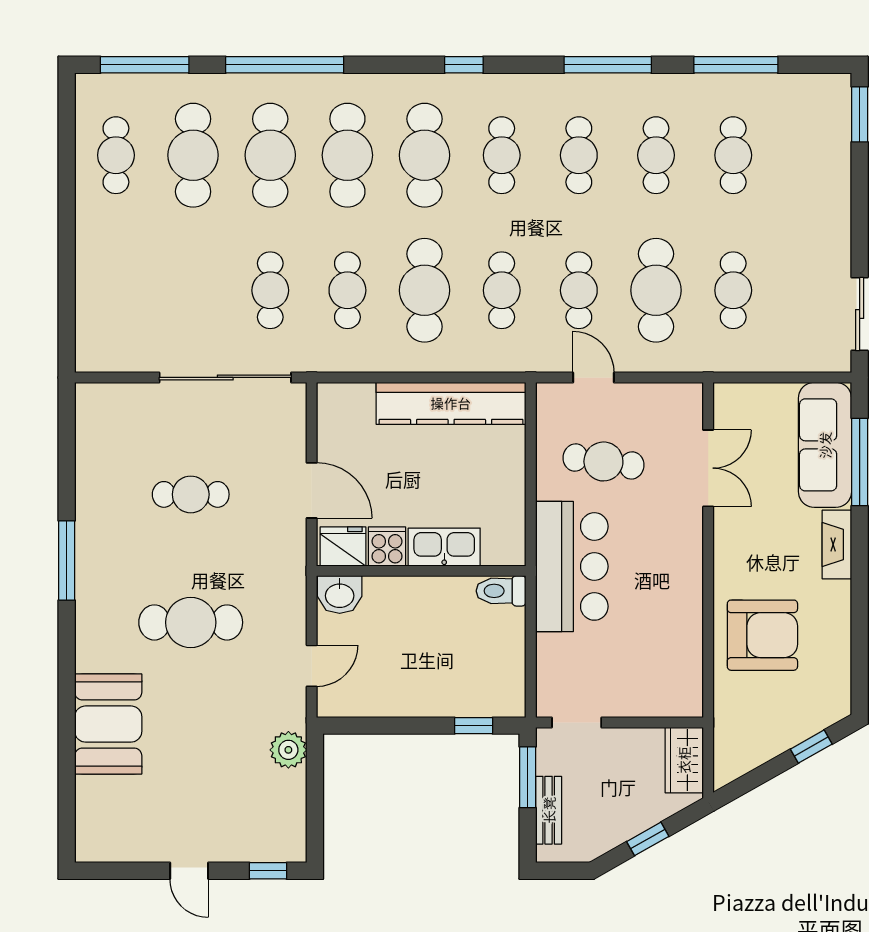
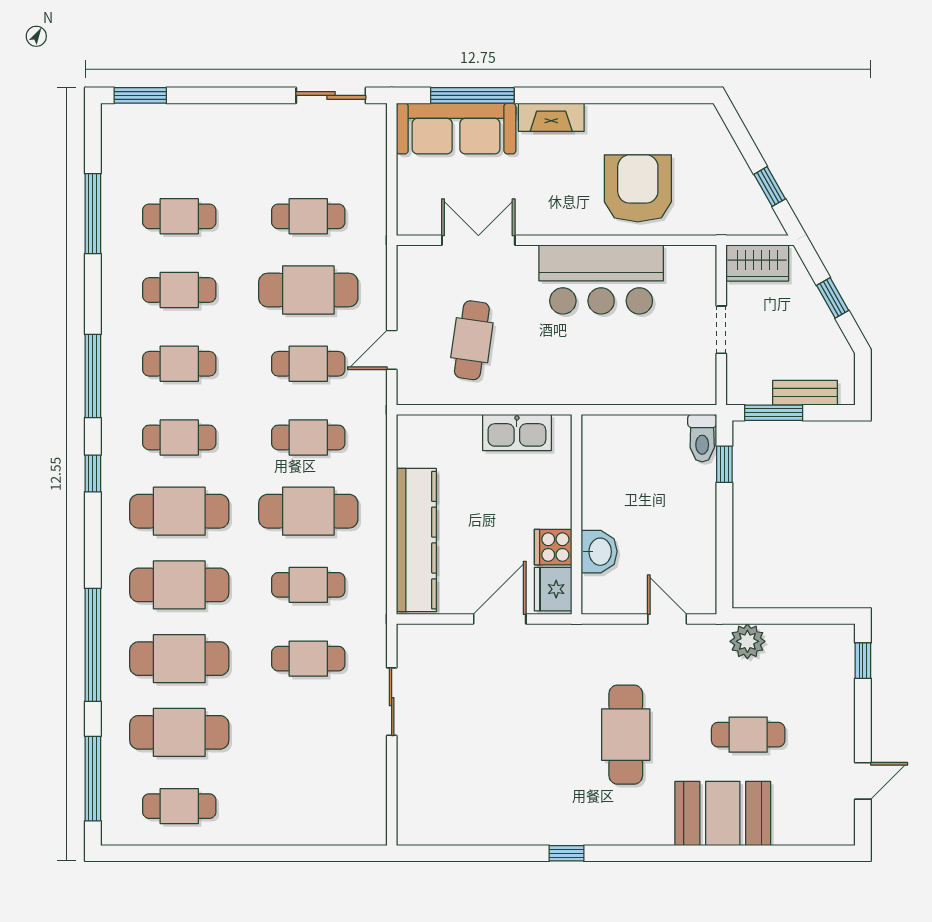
window: (608, 65) -> (93, 376), moved
sliding door: (225, 377) -> (392, 702), width x0.54
kitchen counter: (451, 403) -> (416, 540), moved
cafe table: (191, 494) -> (748, 735), moved, turned 90
kitchen sink: (444, 547) -> (517, 432), moved, turned -90
window: (67, 560) -> (566, 853), width x0.46
bar counter: (572, 566) -> (601, 279), moved, turned 180
toilet: (501, 591) -> (702, 438), moved
washbasin: (340, 595) -> (599, 552), moved
doorway: (577, 722) -> (721, 330), moved
window: (811, 747) -> (770, 187), moved
door: (189, 871) -> (863, 781), moved

